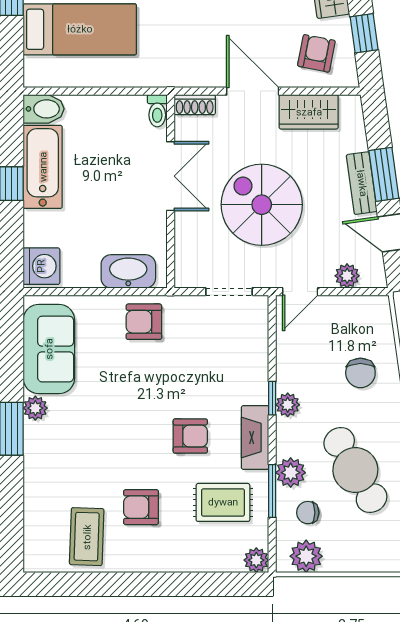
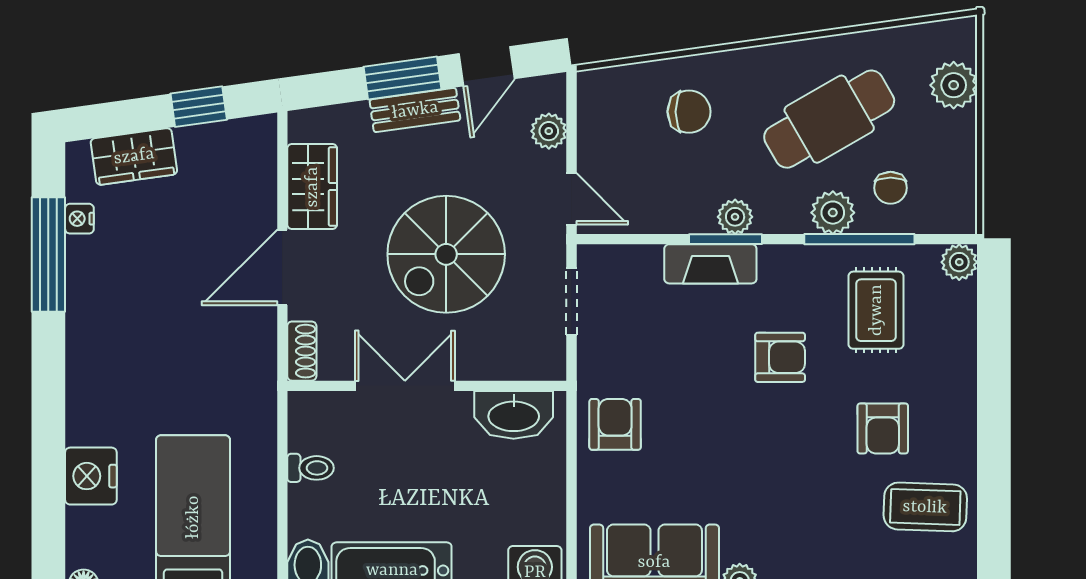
armchair: (316, 53) -> (228, 175), removed
toilet: (157, 111) -> (311, 468), moved
washbasin: (128, 271) -> (514, 415), moved, turned -90
armchair: (144, 322) -> (615, 424), turned 180
window: (272, 398) -> (725, 239), width x1.50
armchair: (190, 436) -> (780, 357), turned 90
fireplace: (255, 438) -> (710, 264), moved
window: (272, 491) -> (859, 239), width x1.44
plant: (306, 556) -> (954, 85), moved

